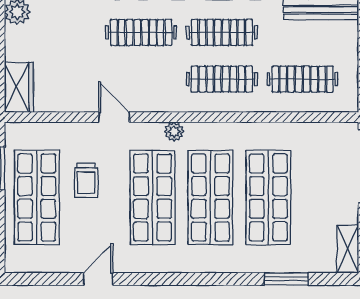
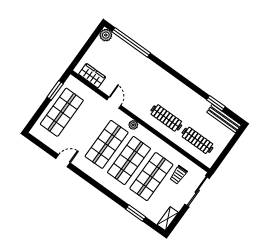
clothes rail: (141, 32) -> (148, 77), removed
clothes rail: (222, 32) -> (179, 100), removed
wardrobe: (19, 87) -> (92, 76), moved, turned -90
trolley: (86, 180) -> (178, 175), moved

